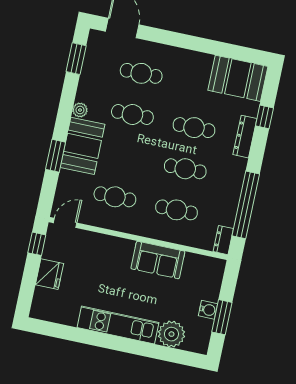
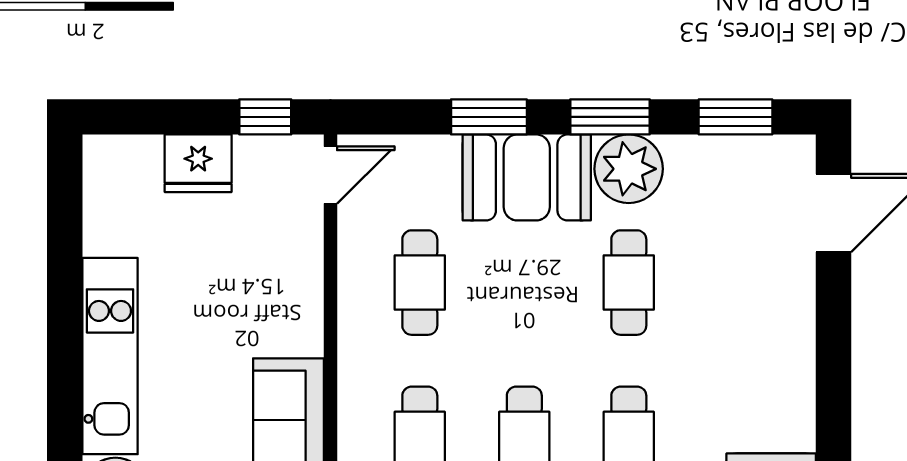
cafe table: (141, 73) -> (733, 283), removed
window: (66, 108) -> (610, 117), added
plant: (80, 110) -> (629, 169), width x1.87, depth x1.87
door: (65, 223) -> (331, 175), hinge flipped

